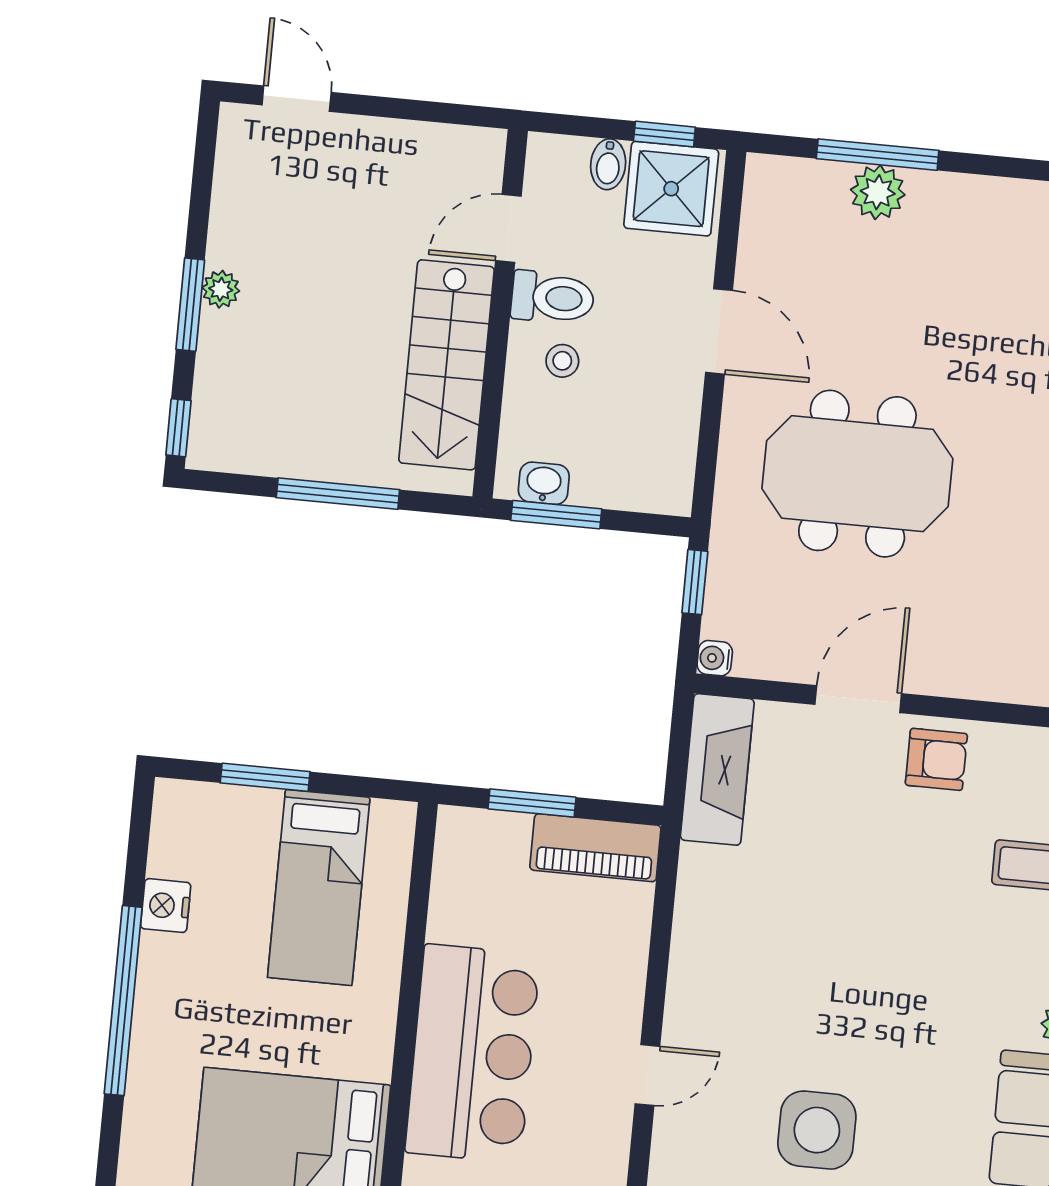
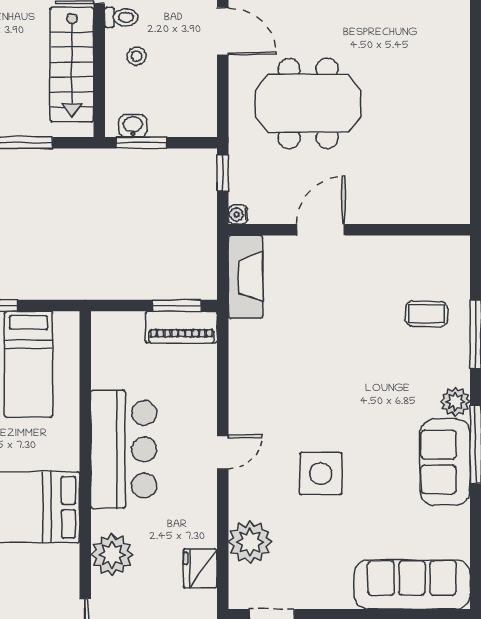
toilet: (553, 298) -> (121, 17), width x0.73, depth x0.72
armchair: (936, 759) -> (368, 259), removed
window: (532, 803) -> (177, 306), moved

